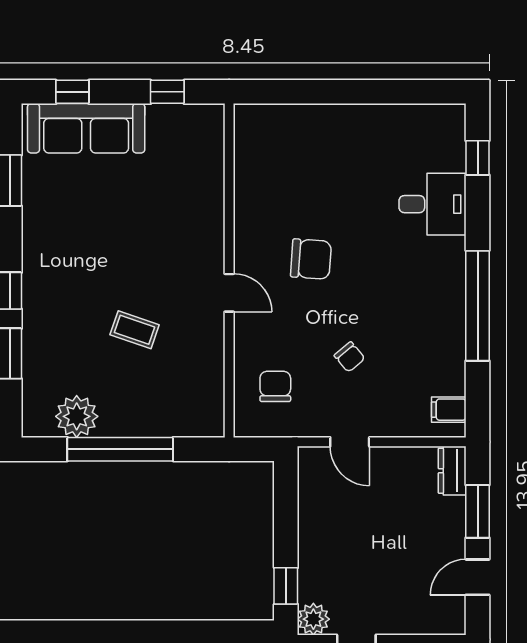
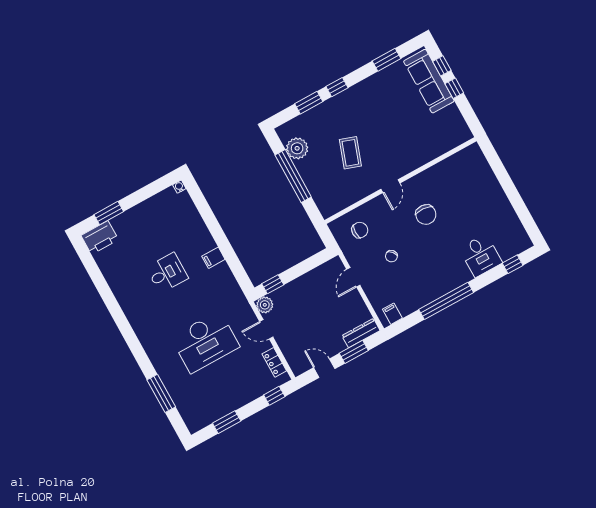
window: (167, 92) -> (454, 88), moved
coffee table: (135, 330) -> (350, 153), width x1.36, depth x1.30
dresser: (452, 471) -> (361, 333), width x1.44

